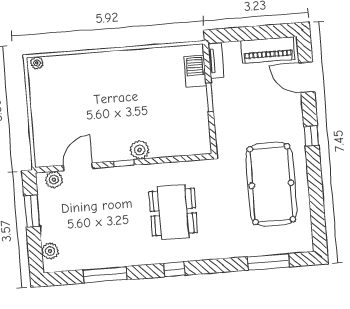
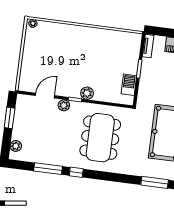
barbecue: (195, 71) -> (129, 85), moved
plant: (54, 180) -> (64, 105), moved
dining table: (173, 212) -> (100, 138), width x1.36, depth x1.24
window: (174, 269) -> (76, 172), moved

